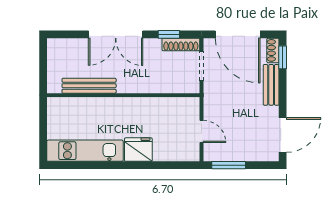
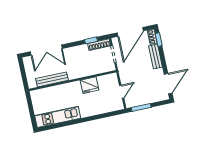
double door: (116, 34) -> (46, 50), moved
door: (238, 34) -> (130, 32), hinge flipped
door: (202, 132) -> (122, 92), hinge flipped
fridge: (138, 150) -> (90, 85), moved, turned 180

